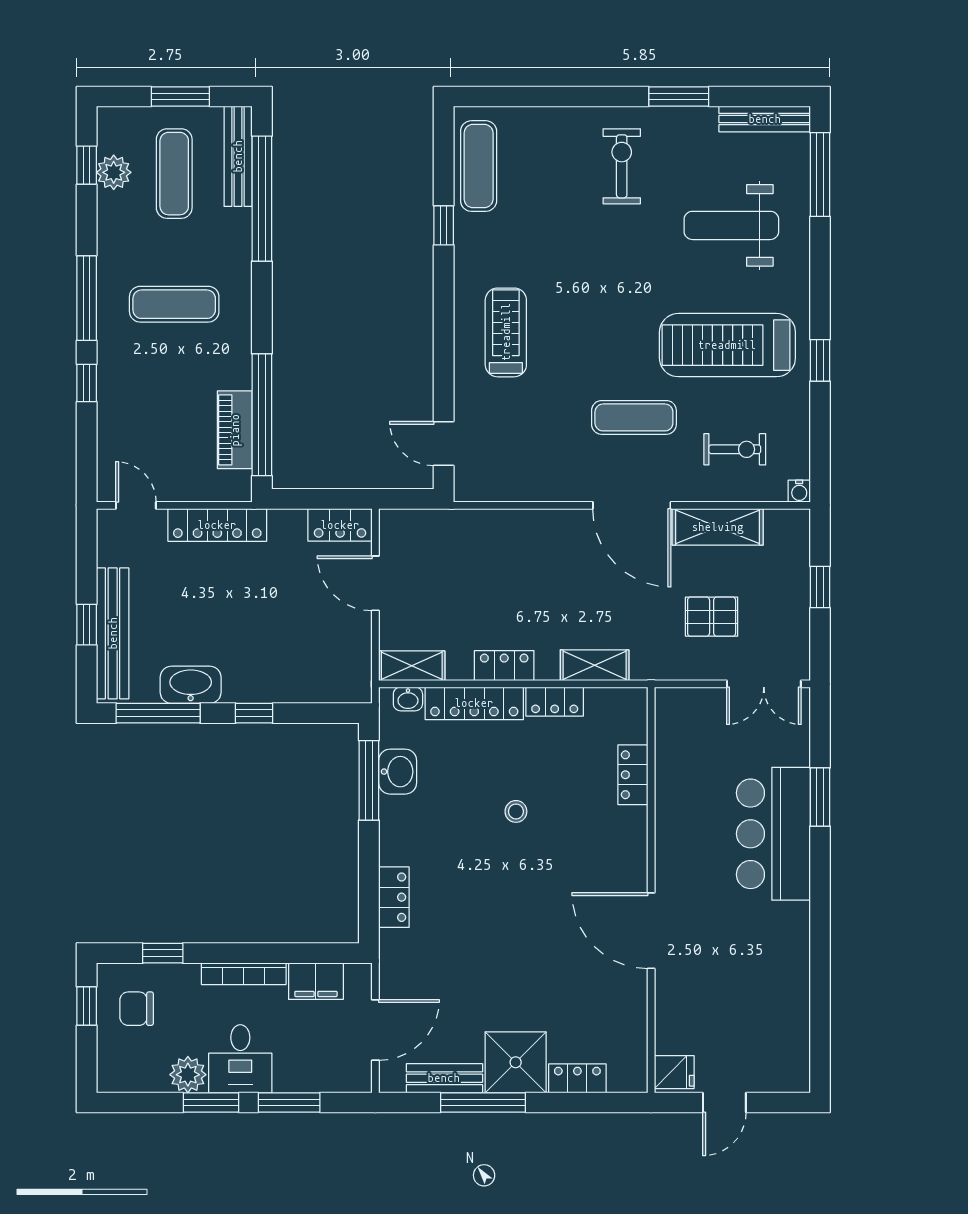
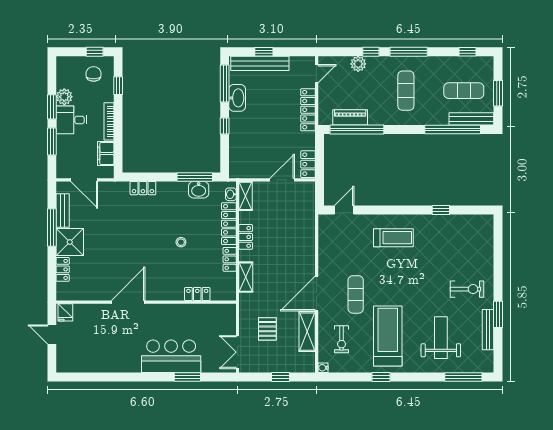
bench: (765, 119) -> (488, 330), moved
exercise mat: (479, 166) -> (467, 226), removed
plant: (114, 172) -> (358, 64), moved

